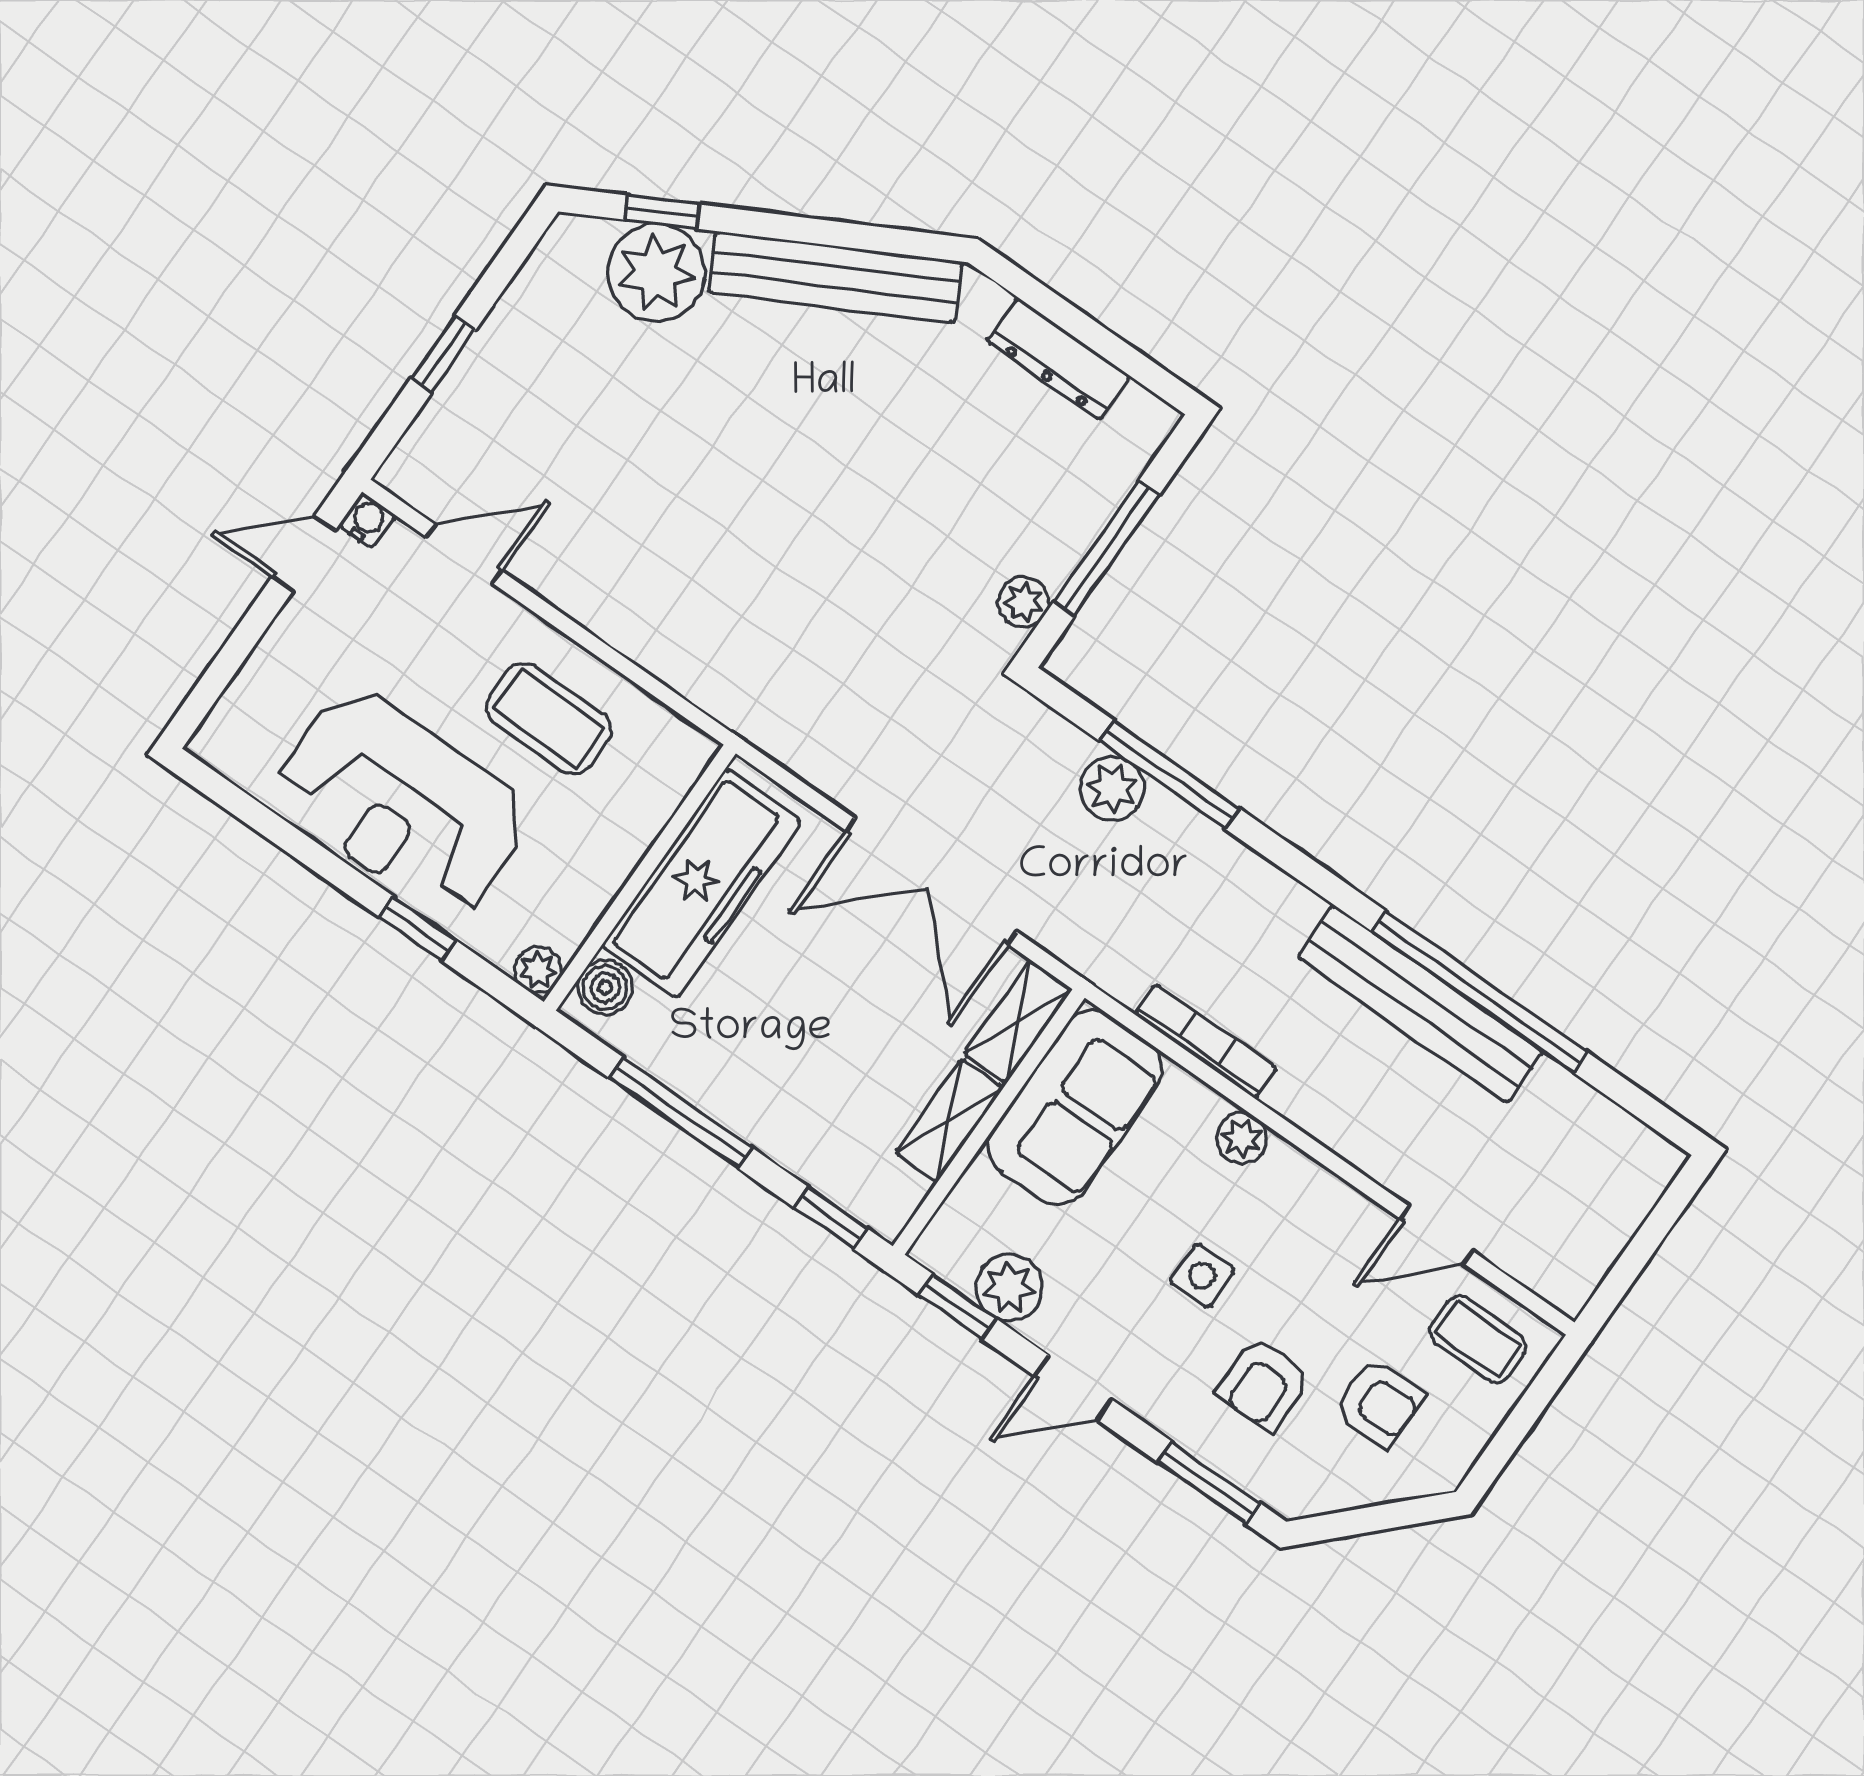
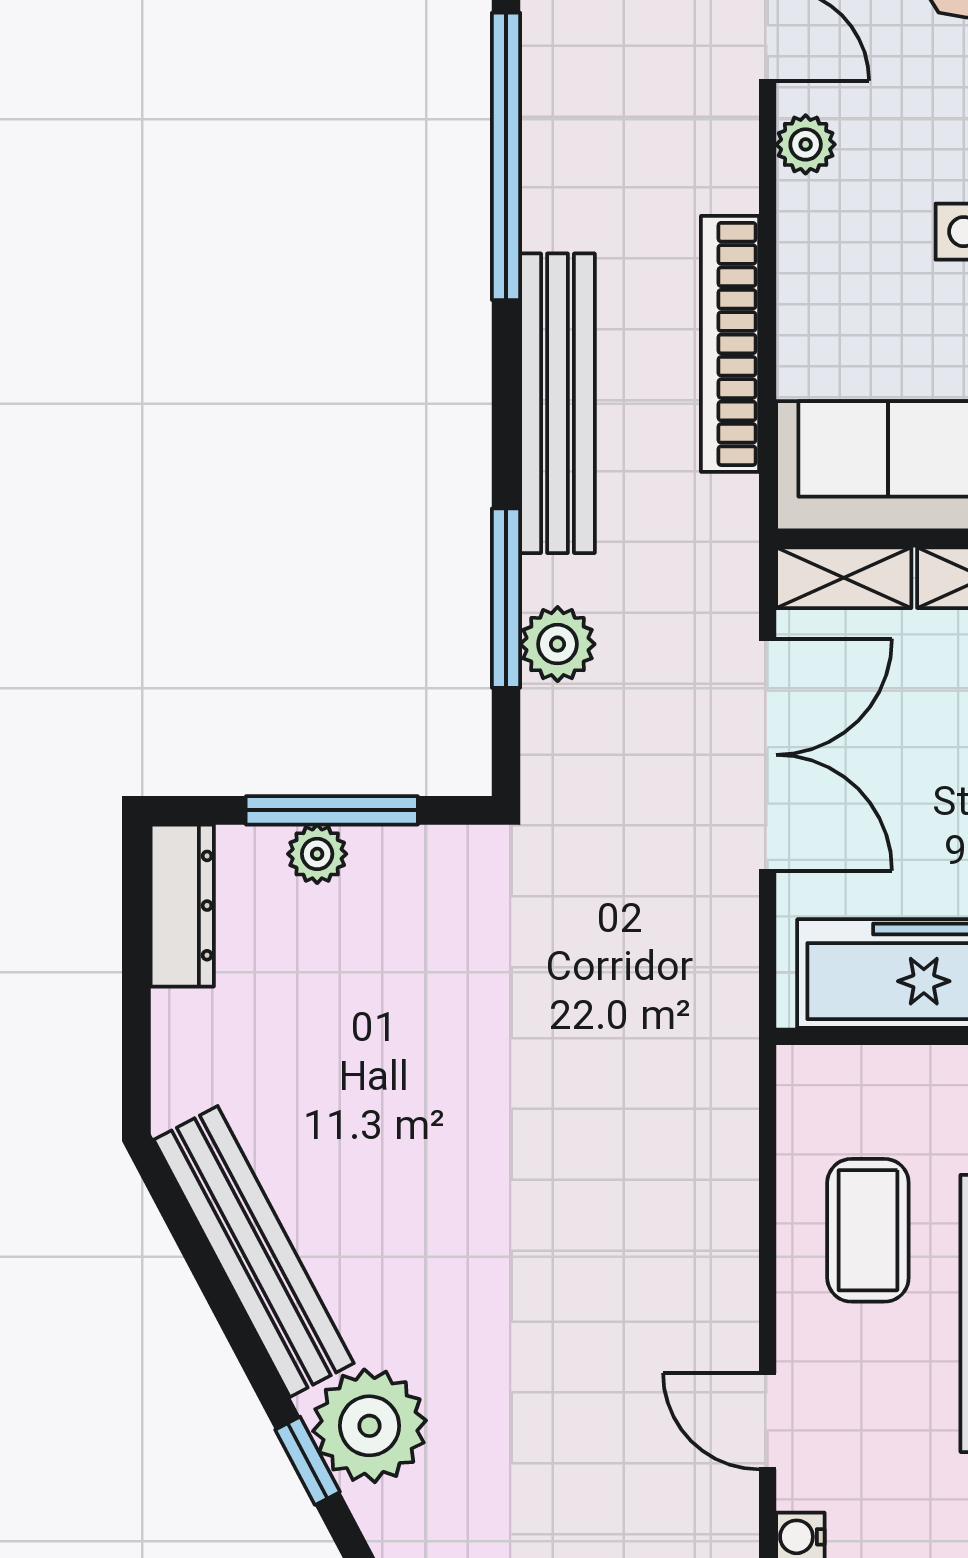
dresser: (1059, 359) -> (182, 906), moved
plant: (1024, 602) -> (317, 854), moved
bench: (1421, 1004) -> (558, 403), moved
bookcase: (1206, 1041) -> (730, 344), width x1.48, depth x1.31
plant: (1242, 1138) -> (806, 144), moved

